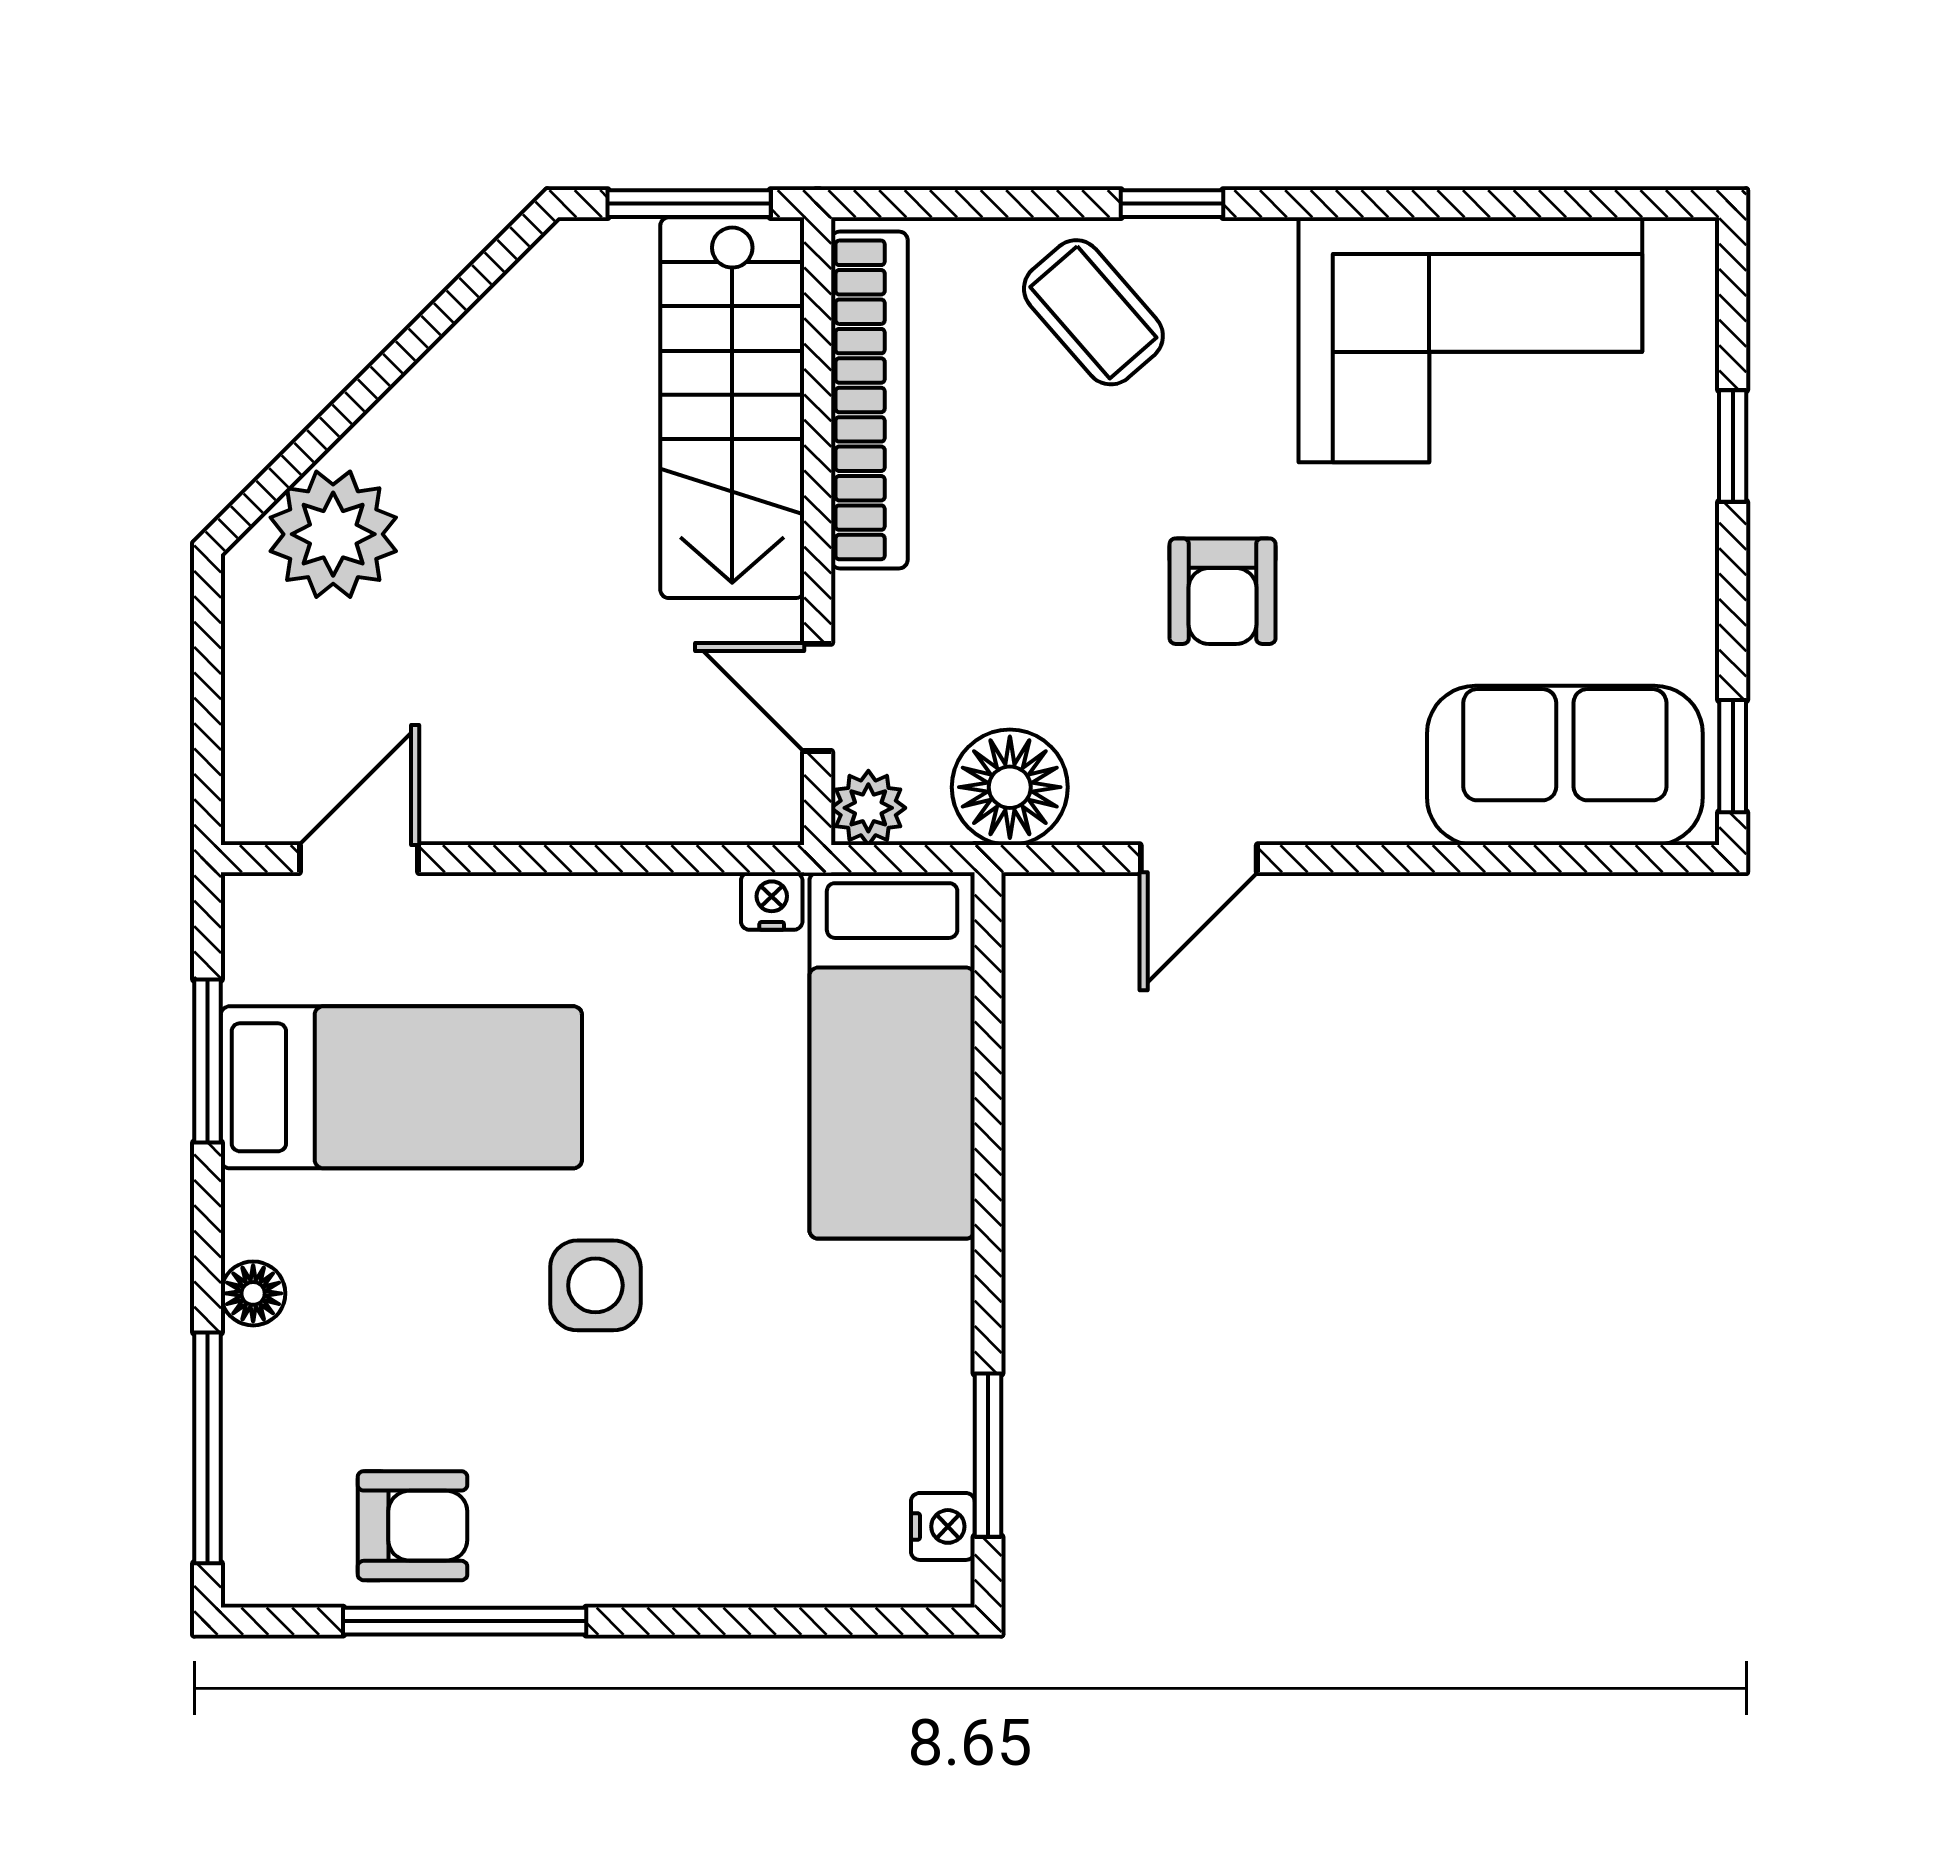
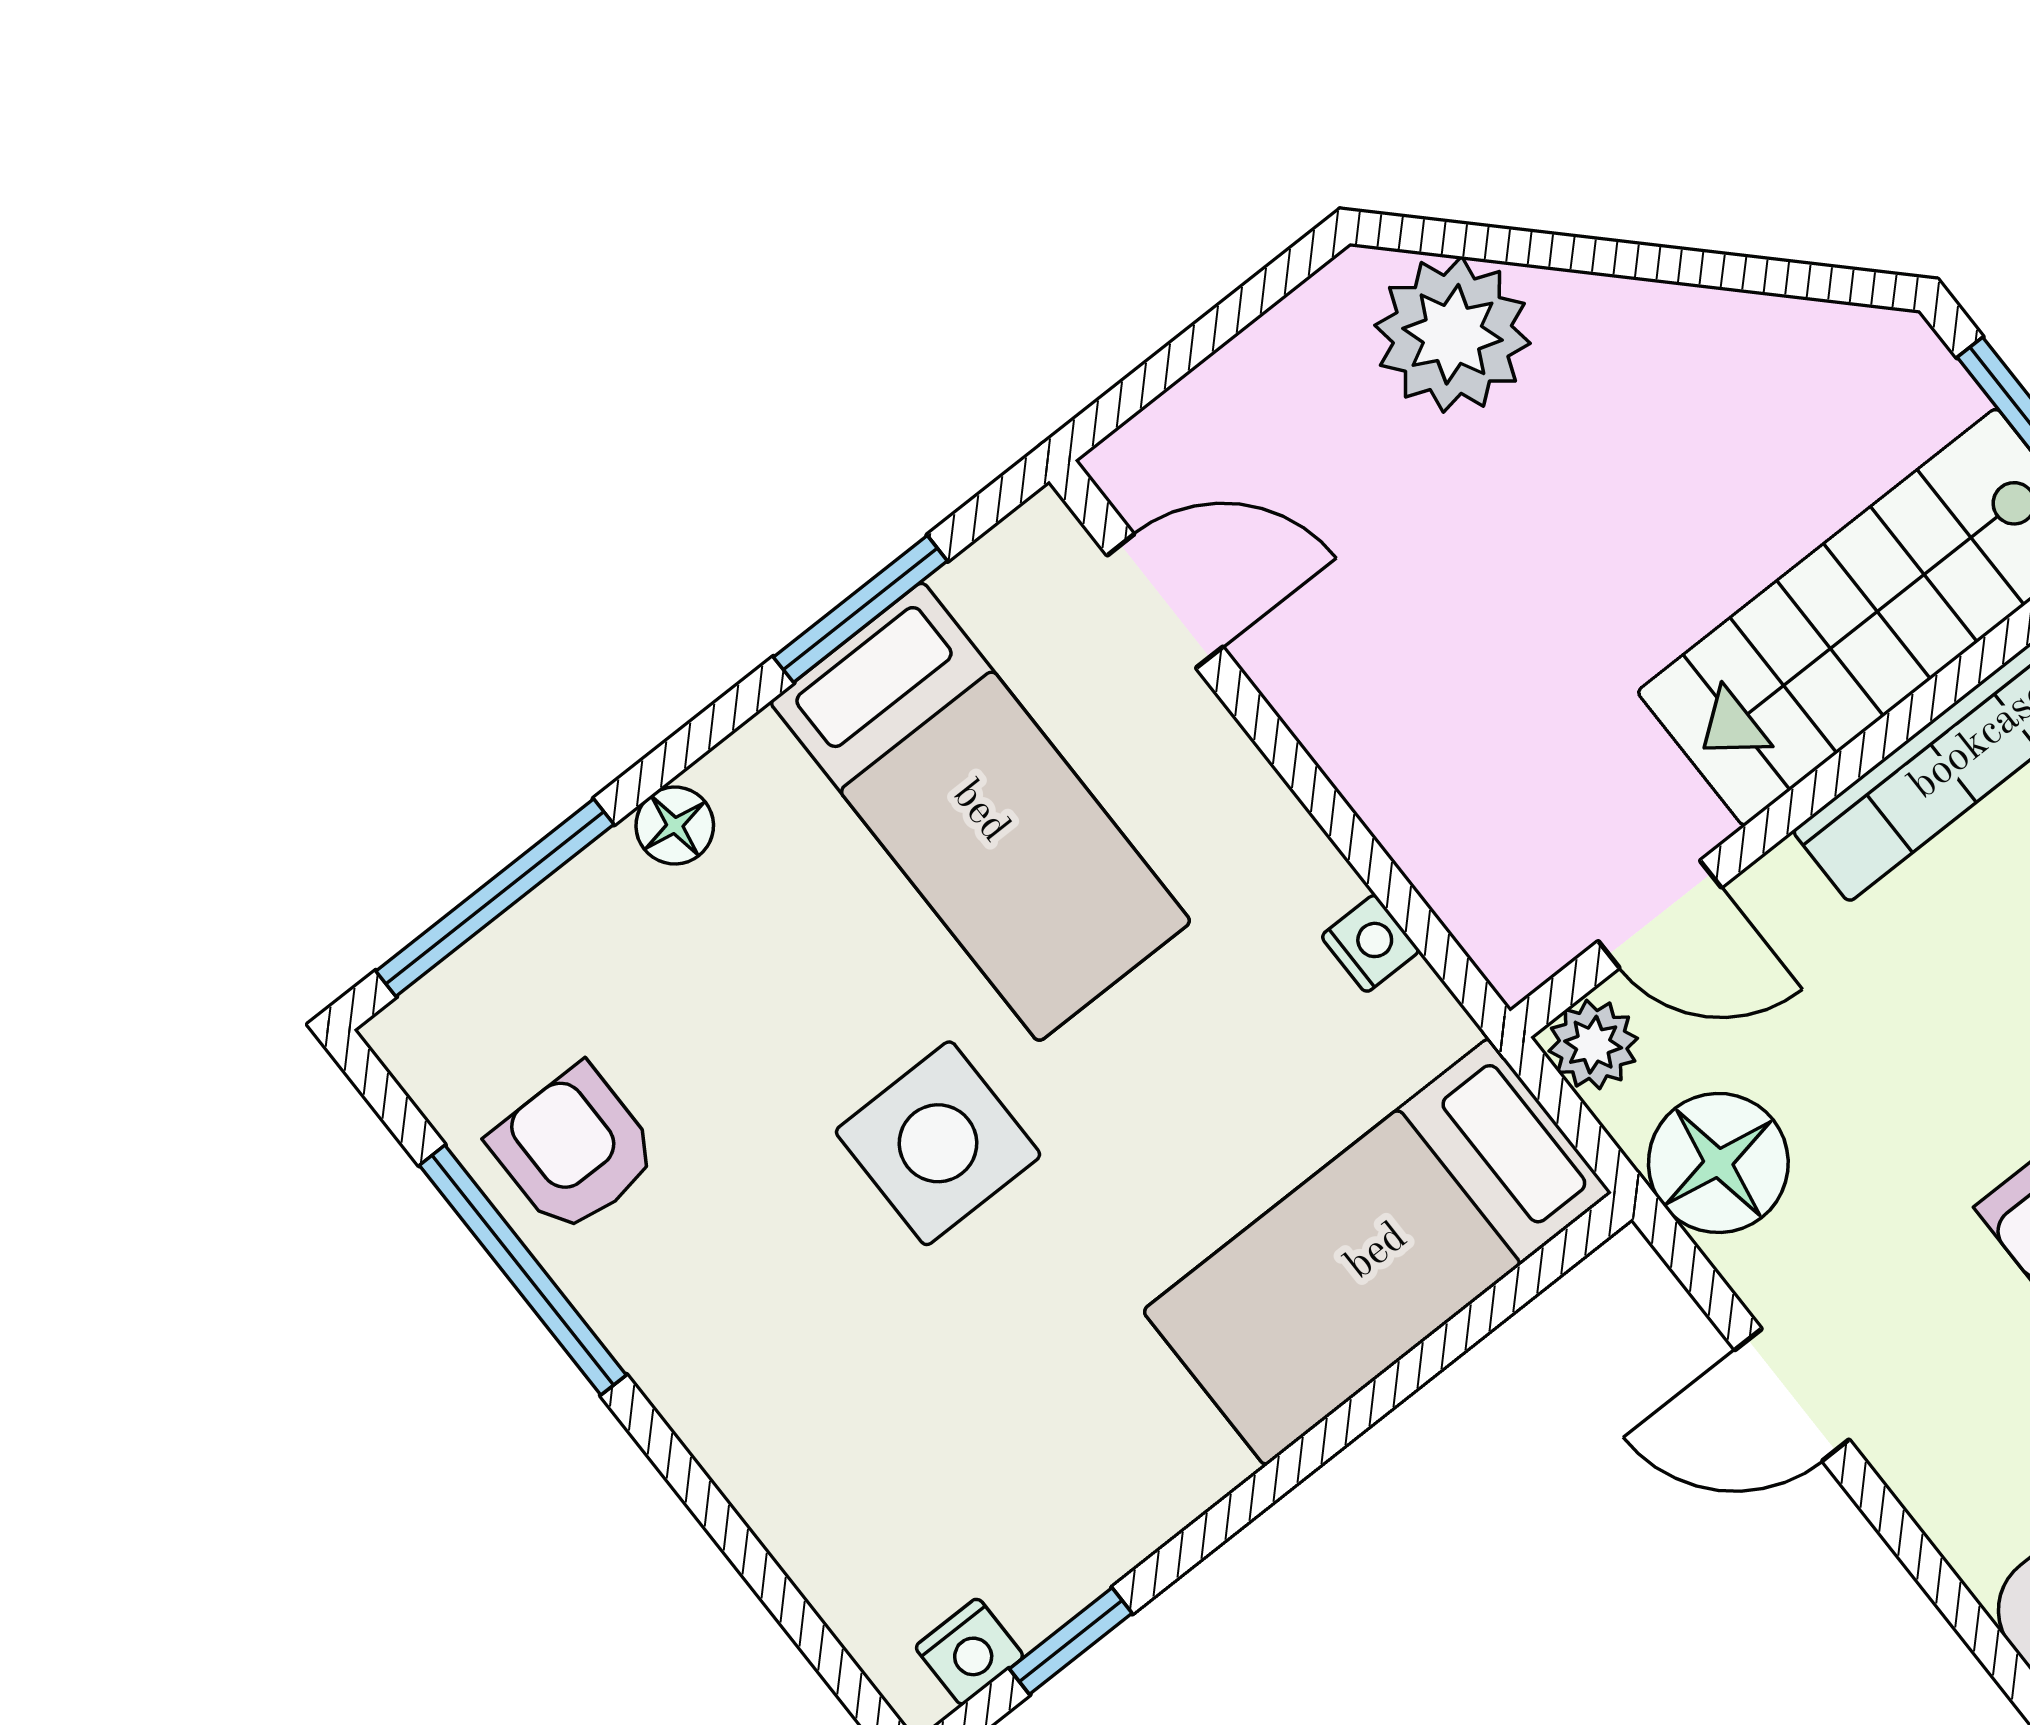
door: (818, 697) -> (1660, 914), swing flipped
nightstand: (772, 901) -> (1370, 943), moved
side table: (595, 1285) -> (938, 1143), width x1.37, depth x1.37
window: (988, 1455) -> (1071, 1641), width x0.67
armchair: (413, 1526) -> (574, 1150), turned 180

